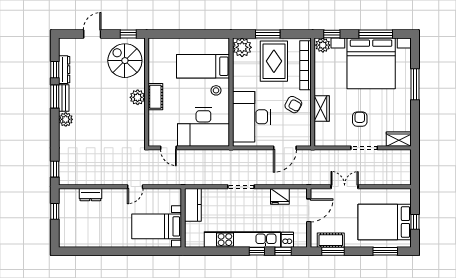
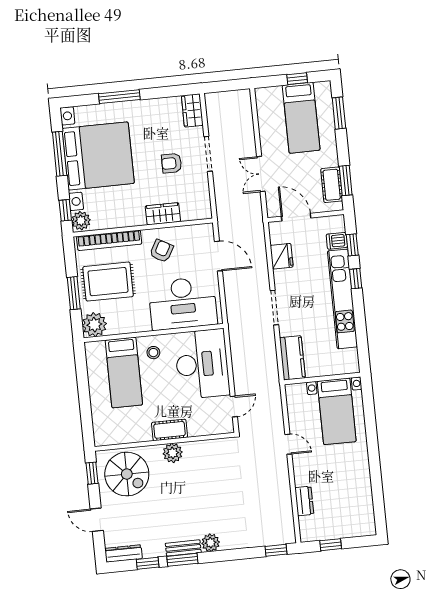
spiral stairs: (125, 61) -> (127, 474), turned -90
dresser: (64, 70) -> (124, 554), moved
kitchen counter: (193, 205) -> (292, 358), moved, turned 90
bed: (385, 222) -> (301, 118), width x0.67

